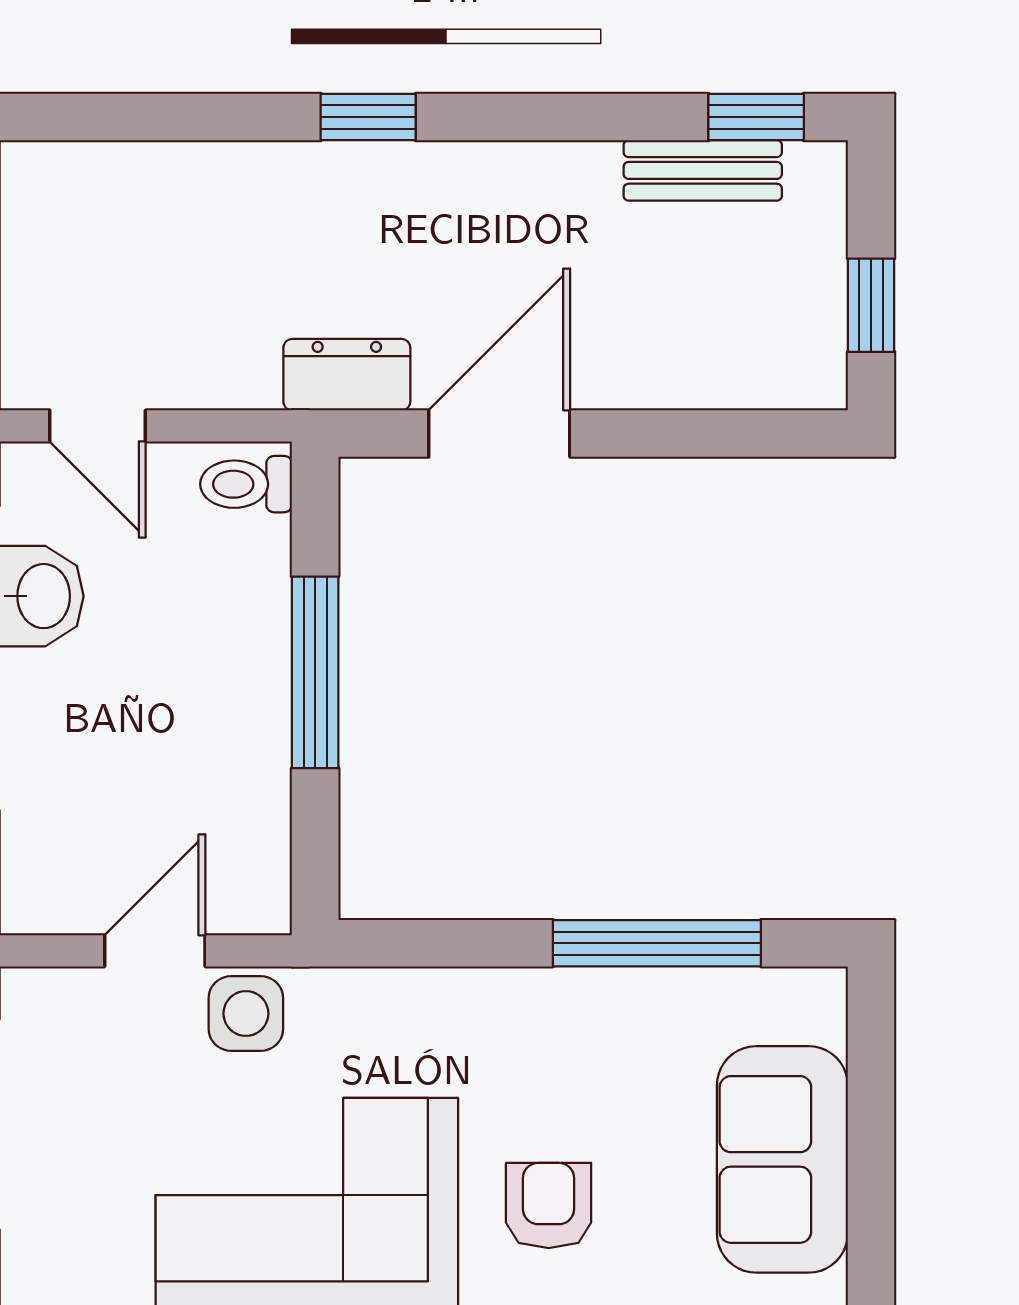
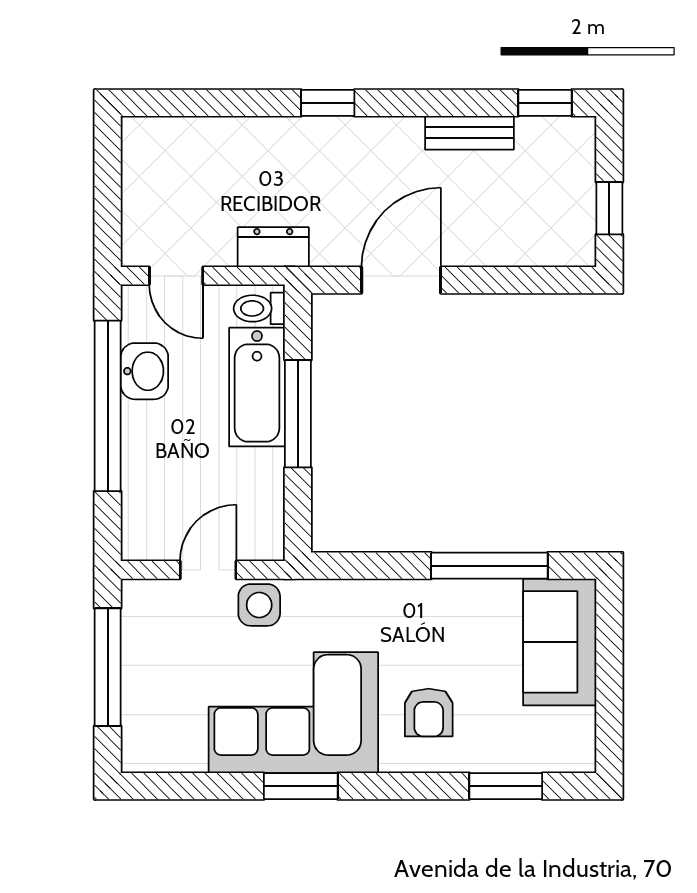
bench: (703, 170) -> (469, 133), moved
dresser: (347, 375) -> (273, 247), moved
bathtub: (242, 624) -> (257, 387), added
sofa: (782, 1159) -> (560, 642), moved
armchair: (549, 1205) -> (429, 712), turned 180

